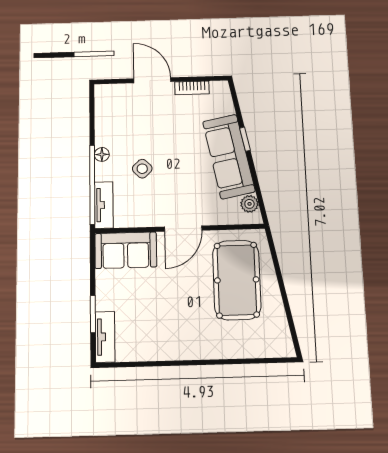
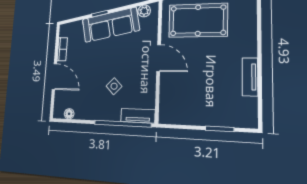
door: (152, 80) -> (54, 77), swing flipped
floor lamp: (102, 154) -> (69, 114), moved
sofa: (126, 250) -> (172, 101), removed
tv unit: (105, 337) -> (250, 77), moved, turned -90

